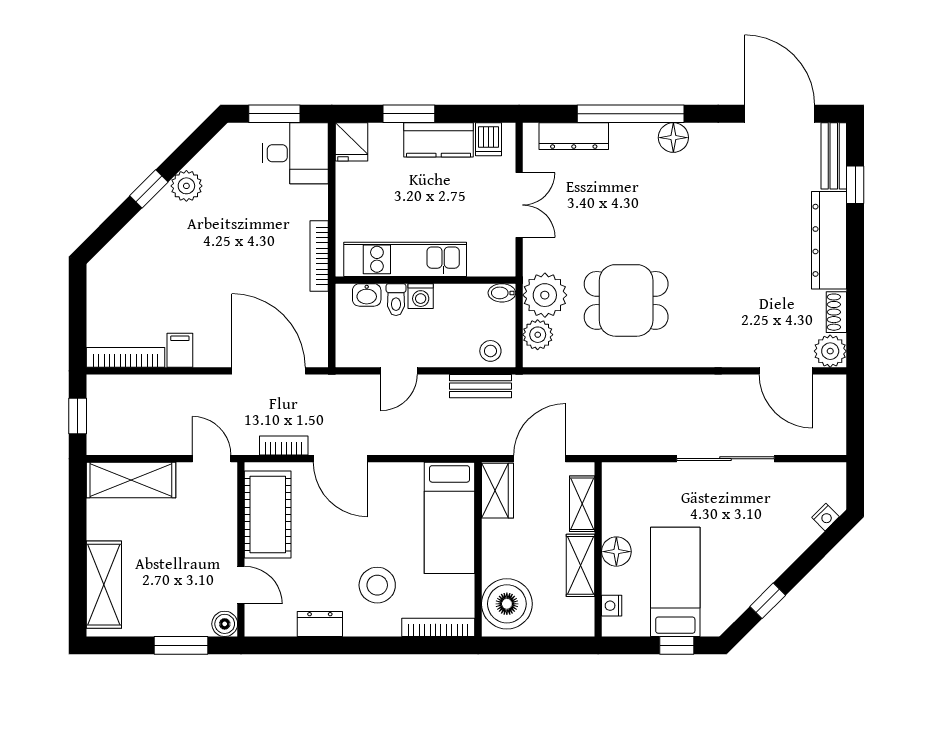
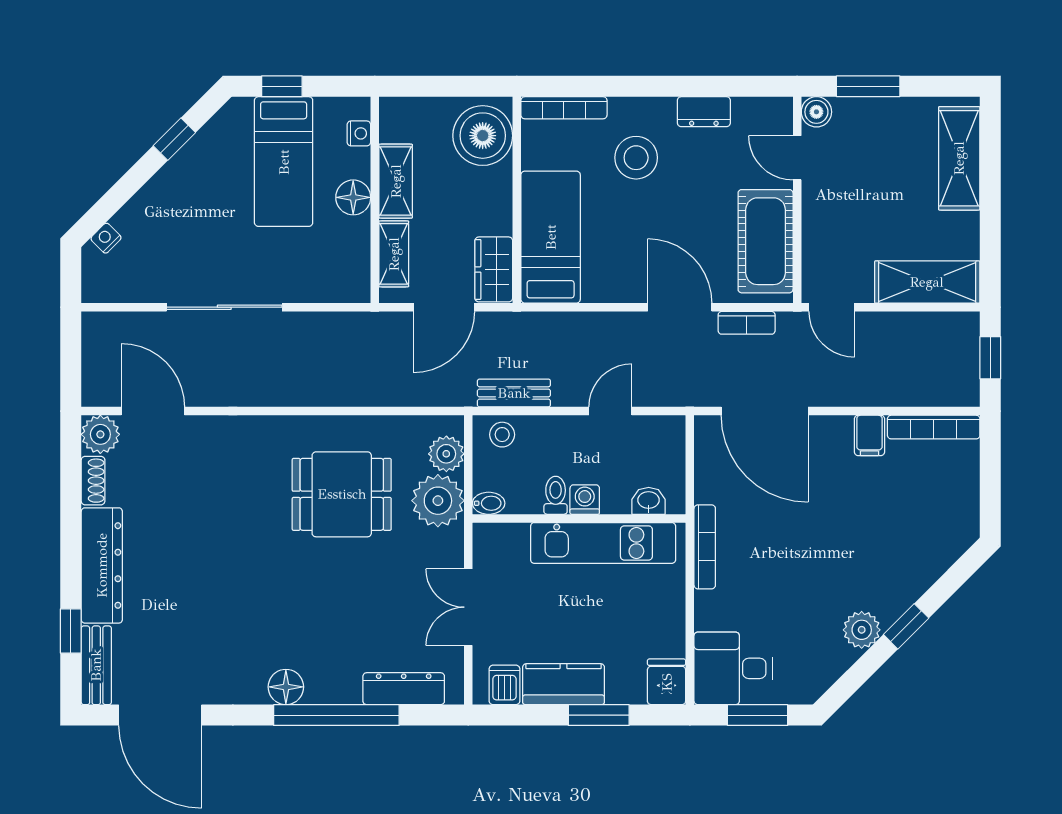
toilet: (396, 300) -> (556, 495), moved

